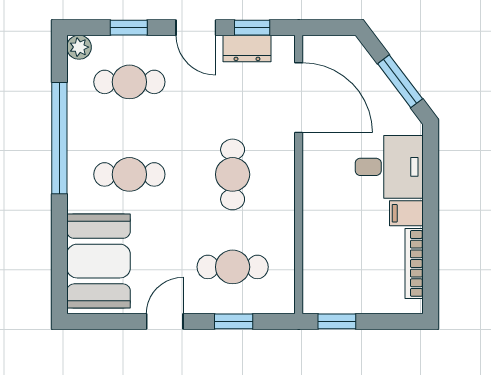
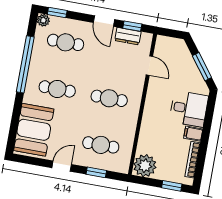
window: (129, 28) -> (57, 13), moved
door: (299, 98) -> (149, 66), width x0.53
cafe table: (233, 174) -> (109, 98), turned 90
plant: (324, 292) -> (145, 166), added
window: (337, 321) -> (172, 186), moved

